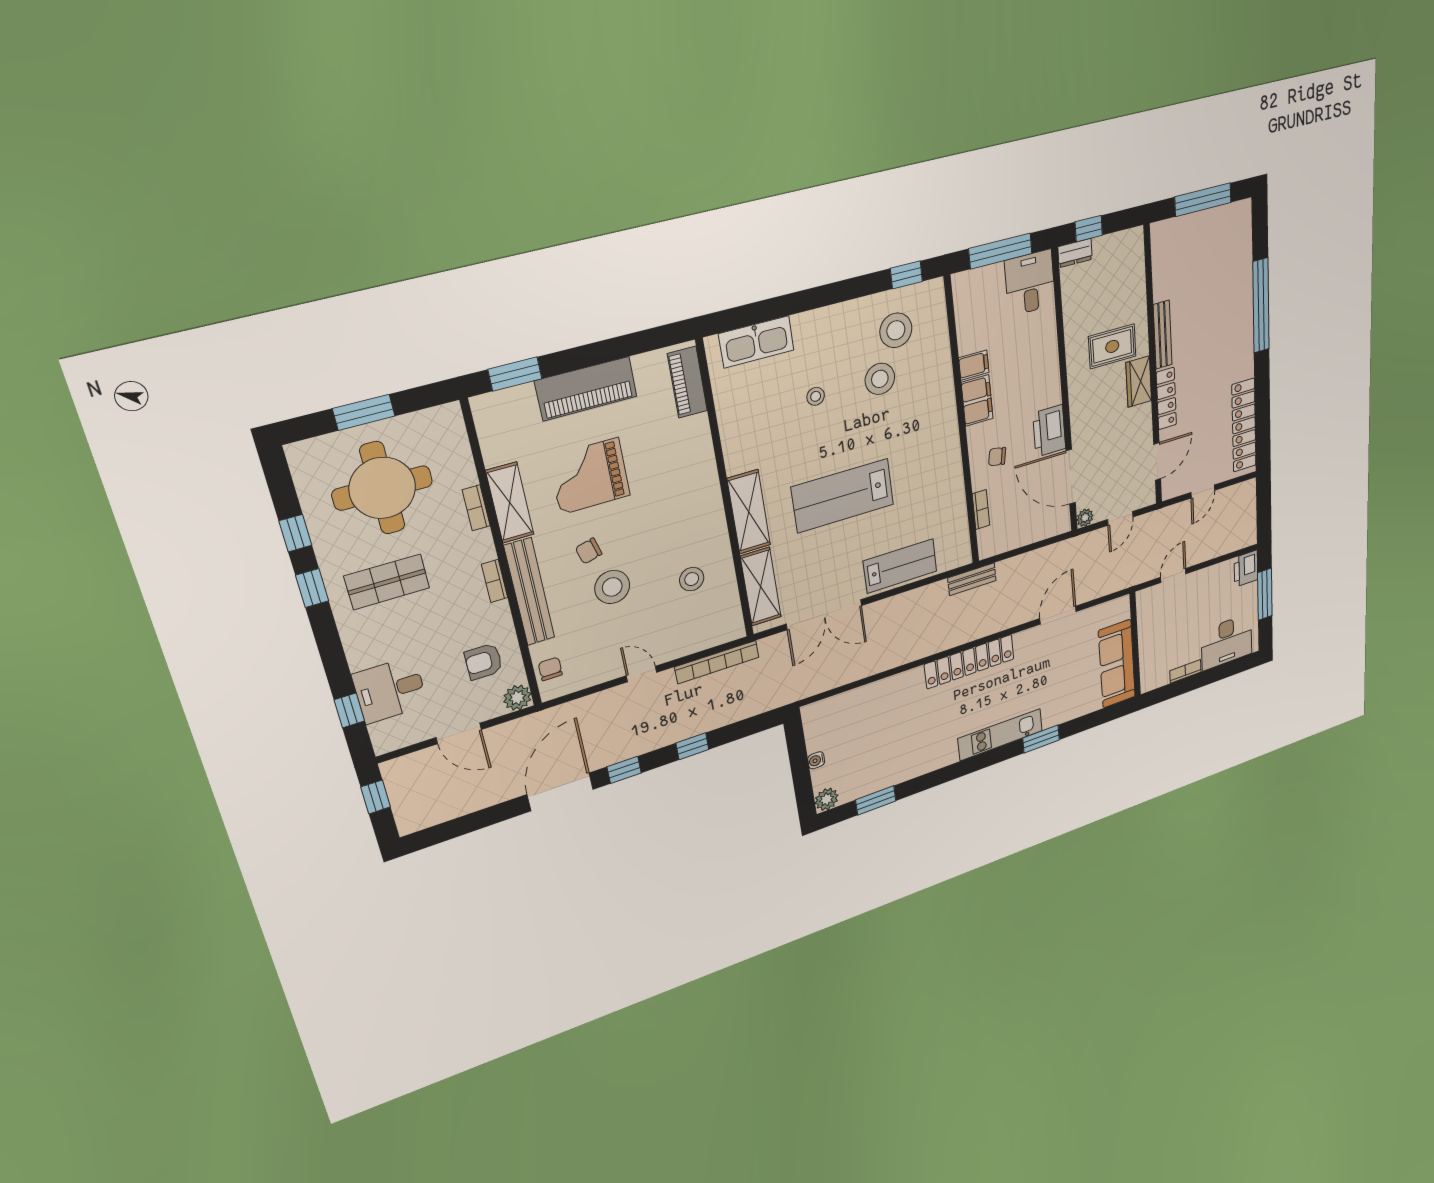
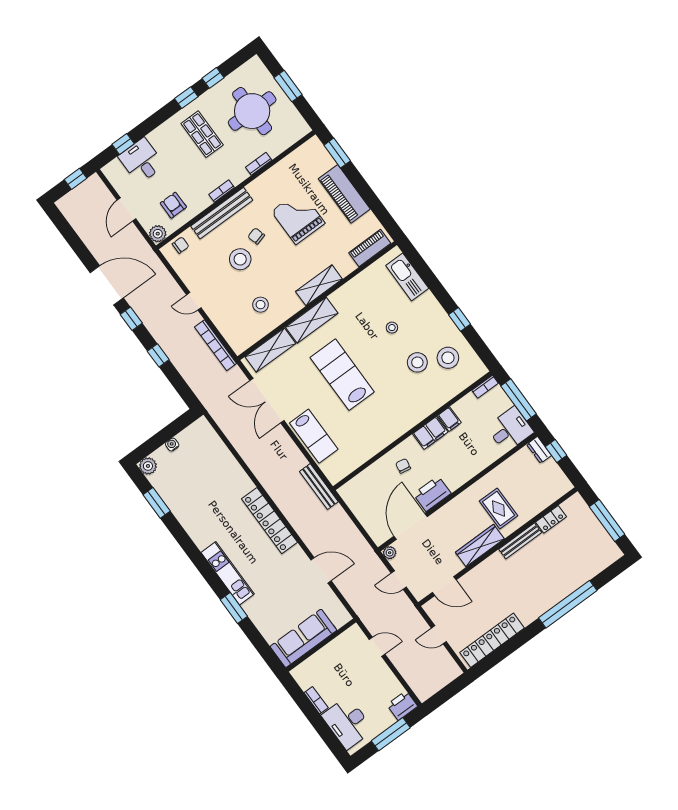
window: (906, 275) -> (459, 319), moved
wardrobe: (1139, 382) -> (480, 546), width x1.50
locker: (1166, 399) -> (551, 519), moved, width x0.66
shelving: (510, 503) -> (319, 285), moved
bookcase: (981, 510) -> (485, 387), moved
bench: (972, 579) -> (319, 487), width x1.36
door: (642, 674) -> (194, 301), swing flipped

